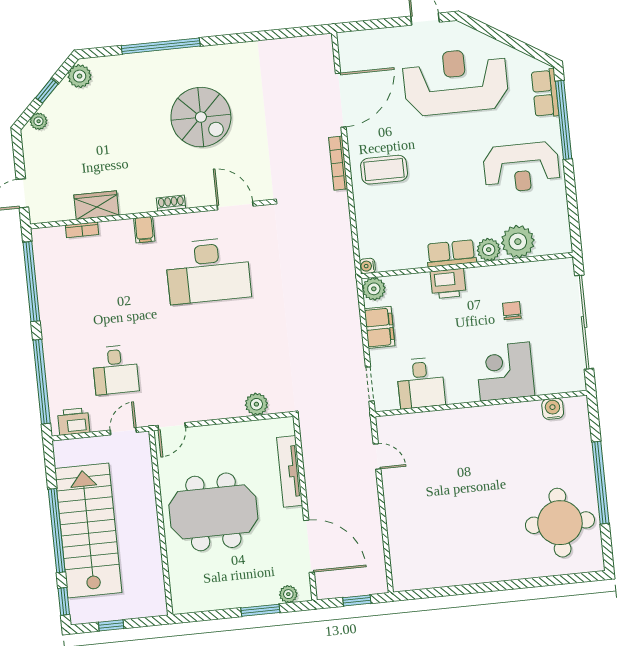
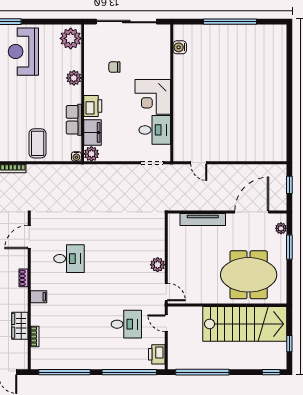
reception desk: (522, 167) -> (23, 52), turned 180
coffee table: (384, 170) -> (38, 143), moved
plant: (518, 242) -> (71, 38), moved
row of seats: (451, 253) -> (74, 120), moved
desk: (208, 271) -> (69, 259), width x0.53, depth x0.77
filing cabinet: (380, 327) -> (93, 132), moved, turned 90
corner desk: (505, 371) -> (153, 97), moved
plant: (256, 404) -> (158, 265), moved
door: (377, 456) -> (199, 163), swing flipped
meeting table: (213, 512) -> (249, 275), moved, turned 90
round table: (560, 523) -> (253, 50), removed
stairs: (88, 530) -> (245, 324), moved, turned 180
window: (57, 531) -> (202, 372), moved

